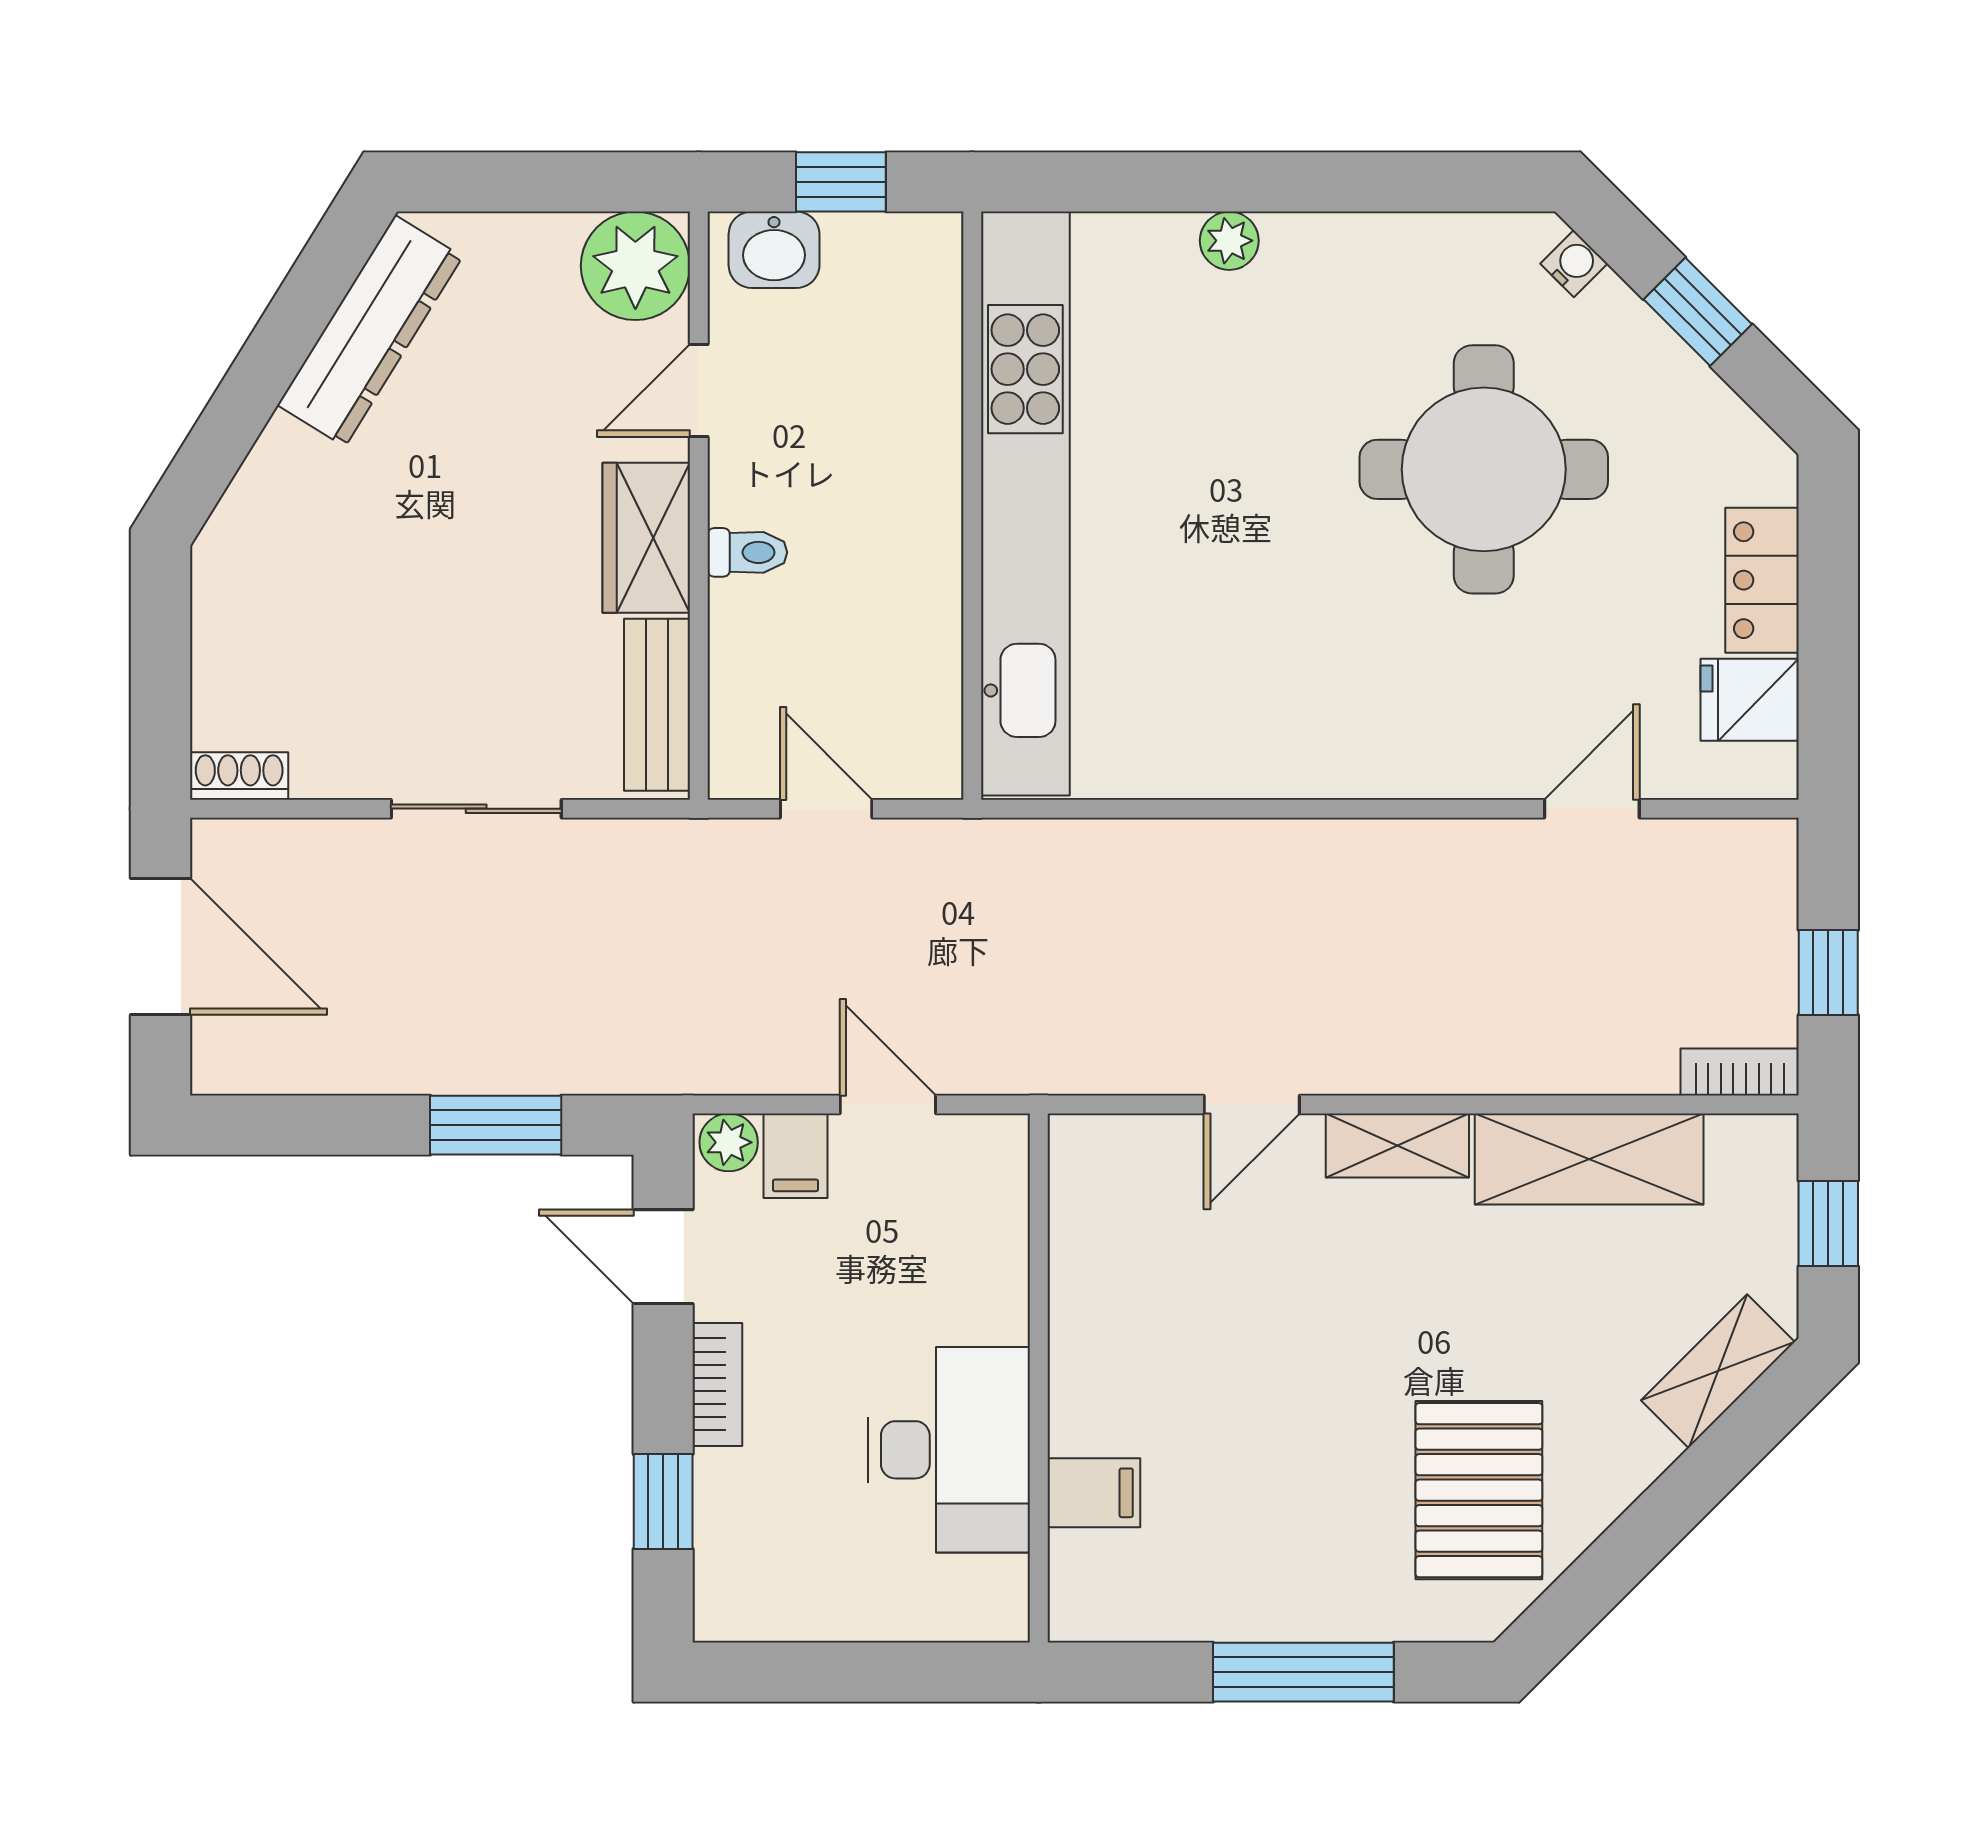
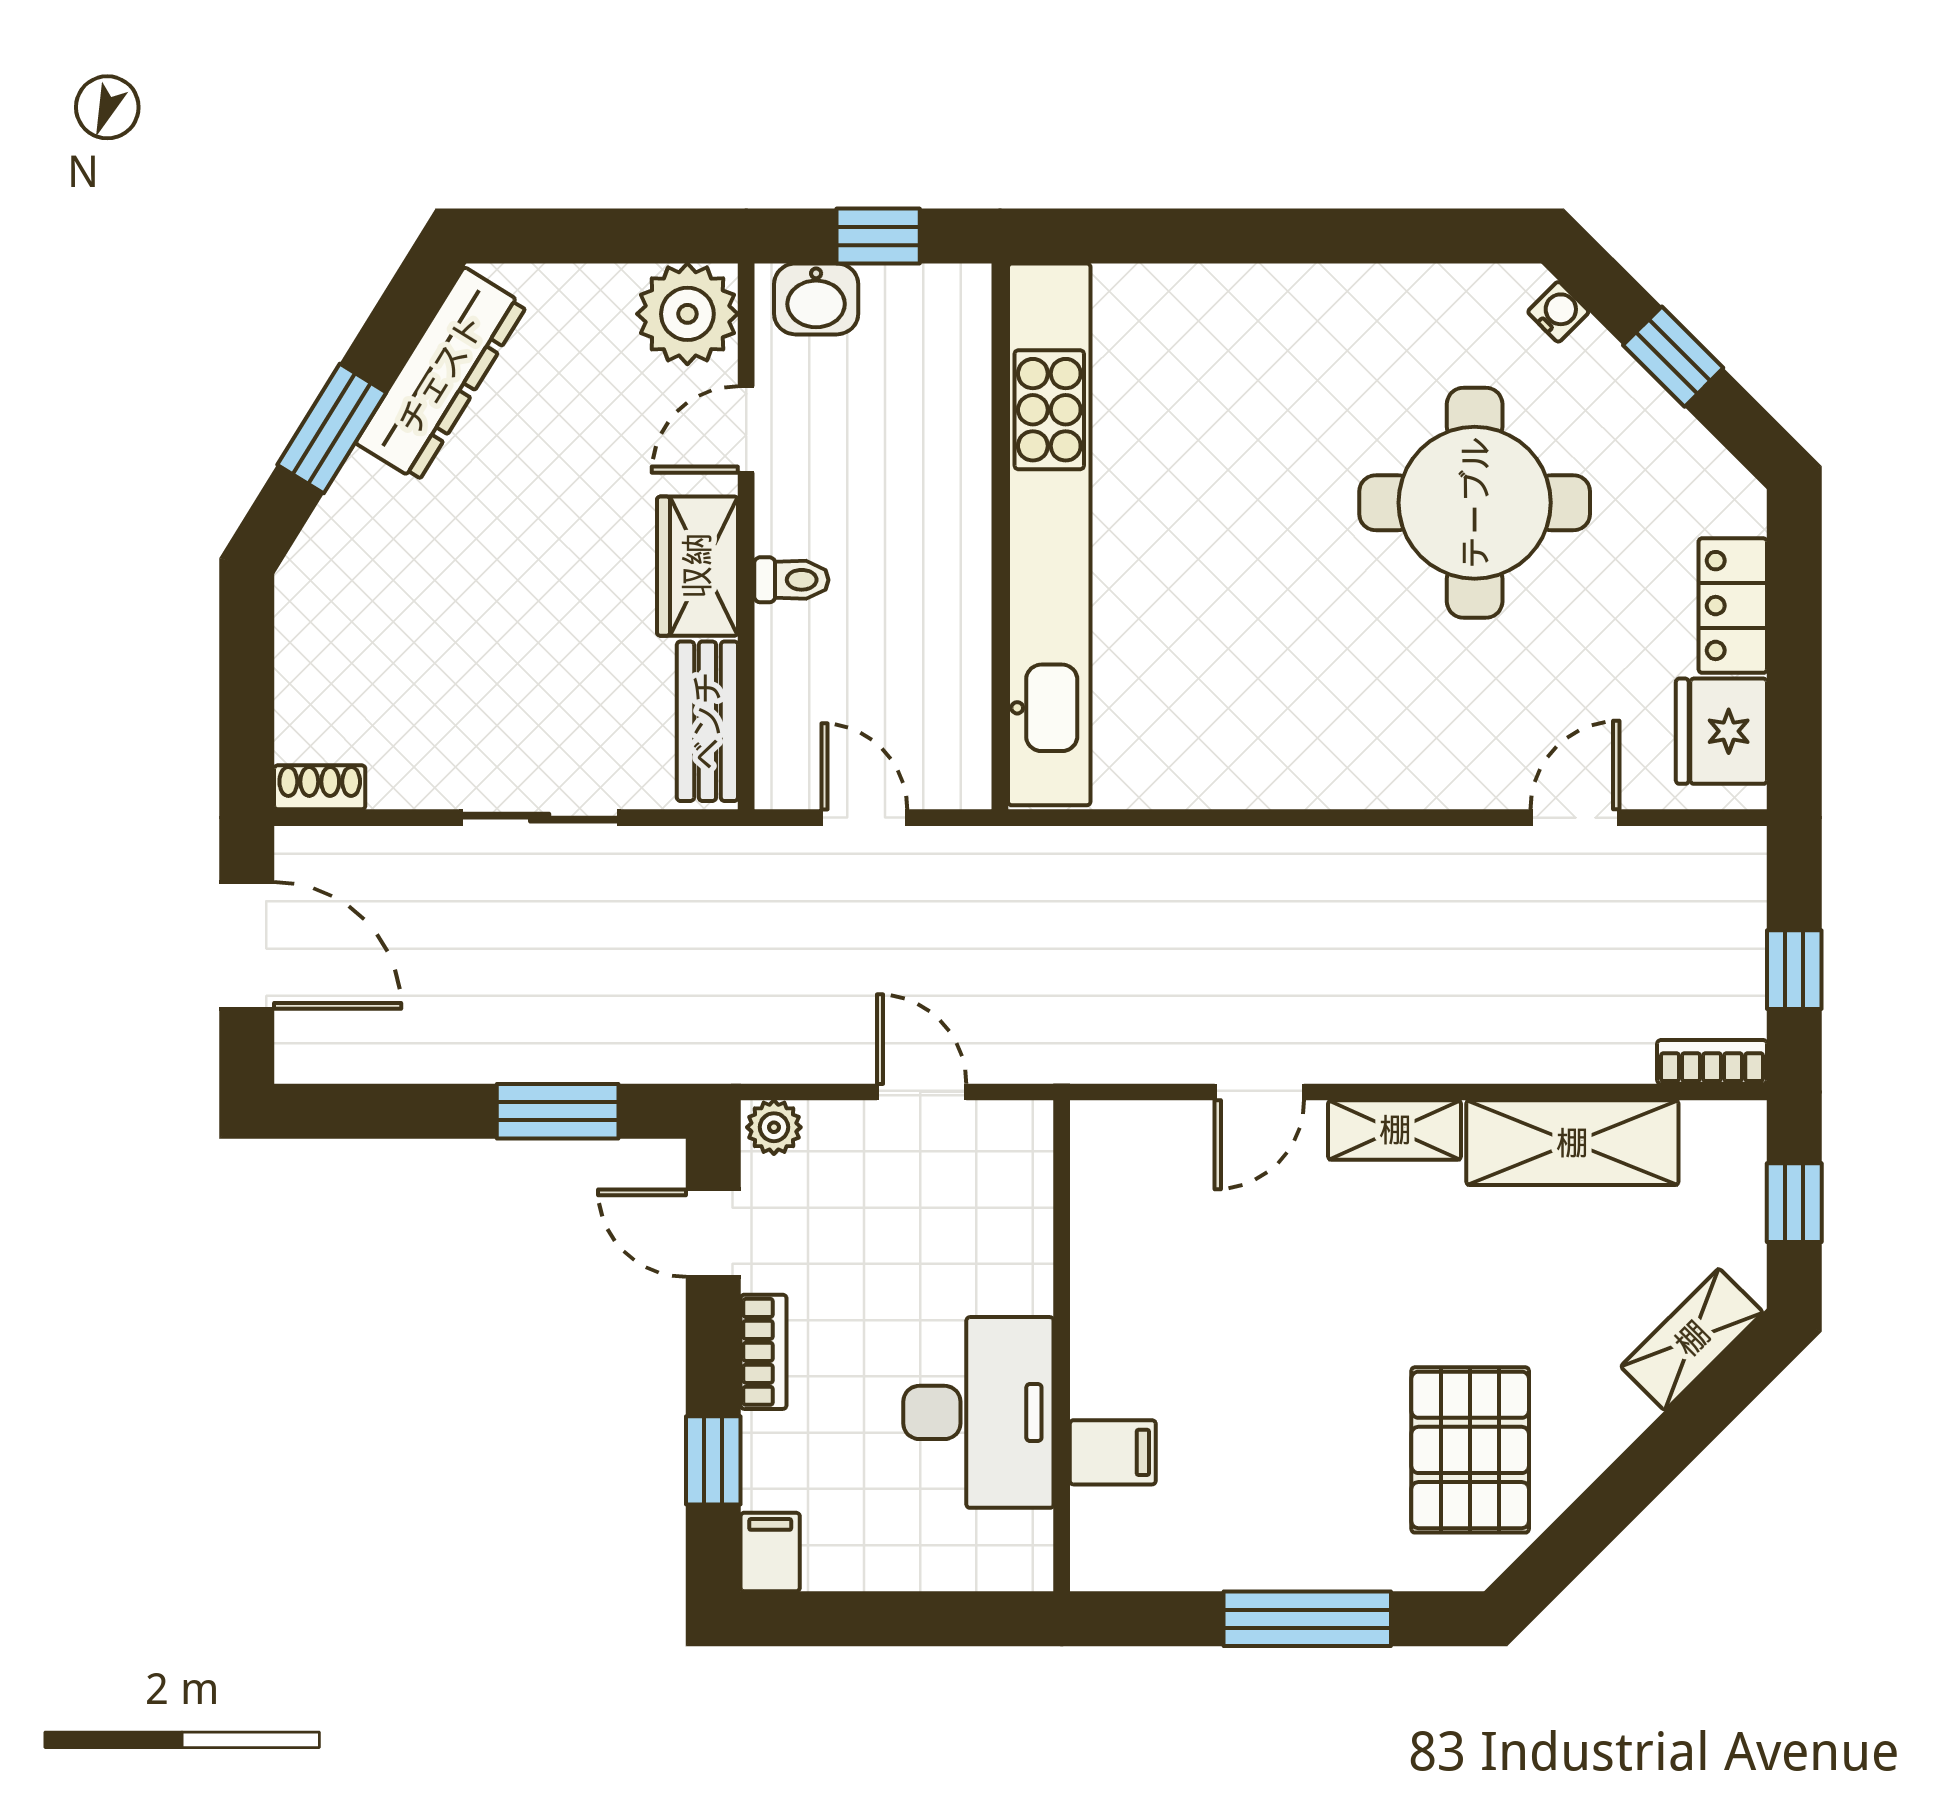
plant: (1229, 241) -> (1238, 291), removed
window: (252, 389) -> (332, 429), added
fridge: (1750, 700) -> (1721, 731), width x1.38
filing cabinet: (795, 1156) -> (770, 1552), moved, turned 180

